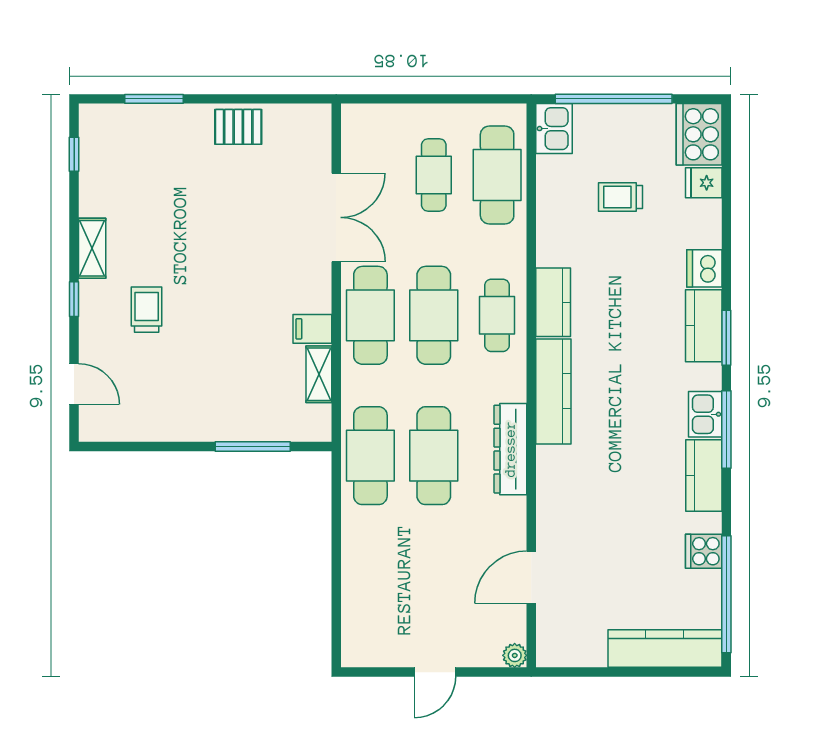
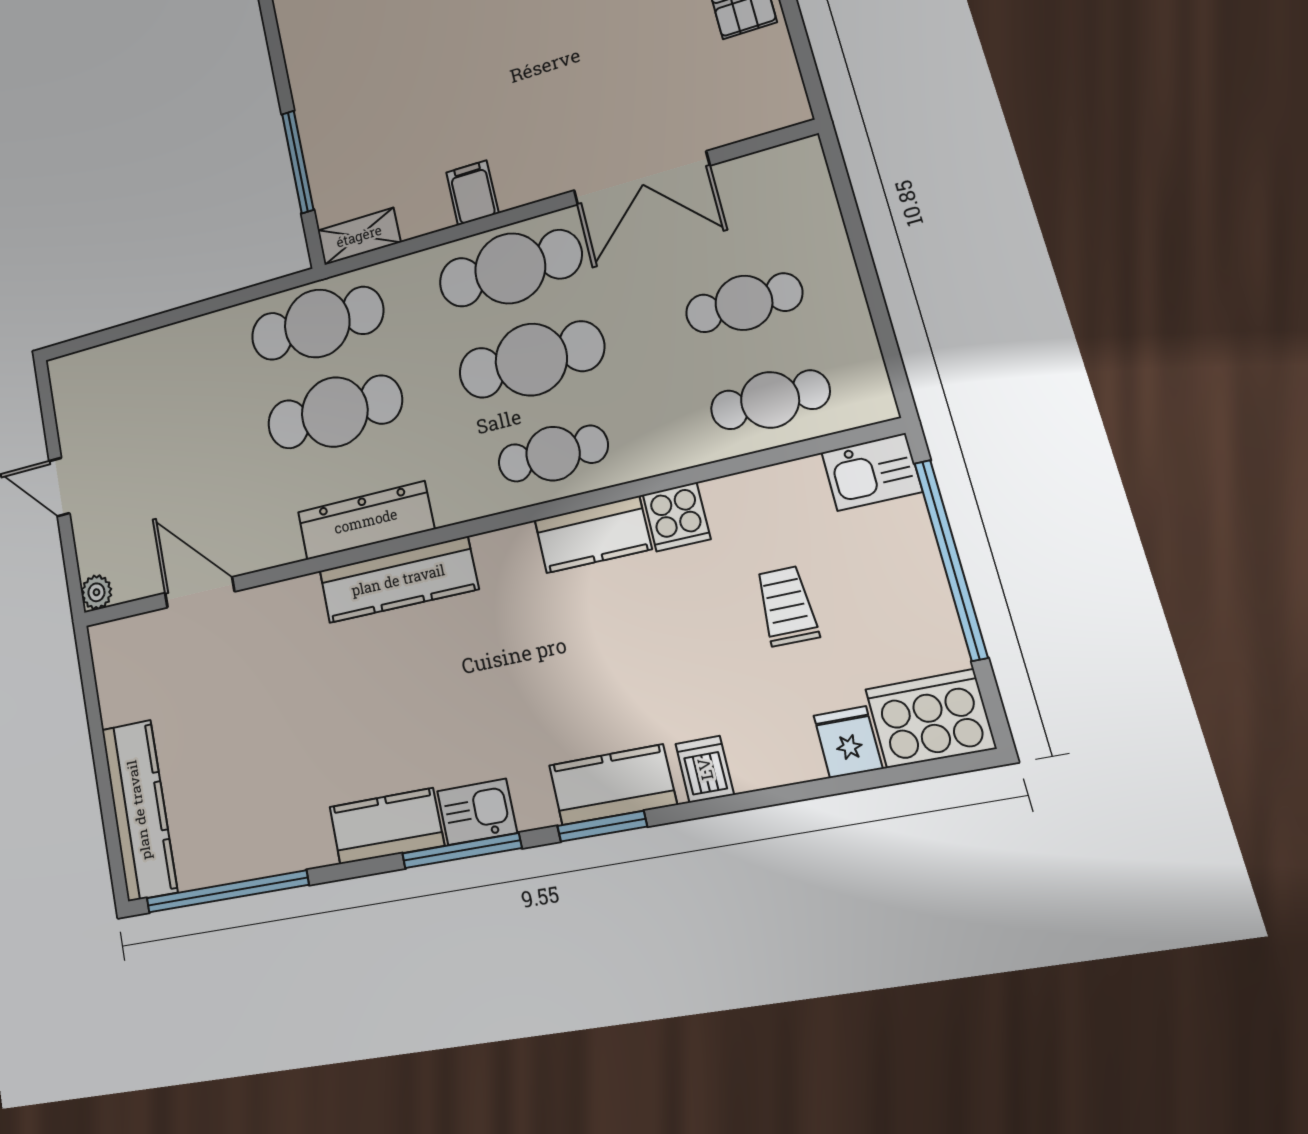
cafe table: (497, 175) -> (770, 400), width x0.73, depth x0.74
dishwasher: (704, 268) -> (705, 769), width x0.73
shelving: (319, 374) -> (359, 236), moved
kitchen counter: (553, 391) -> (398, 580), moved
cooker: (704, 551) -> (677, 517), moved, turned 180

